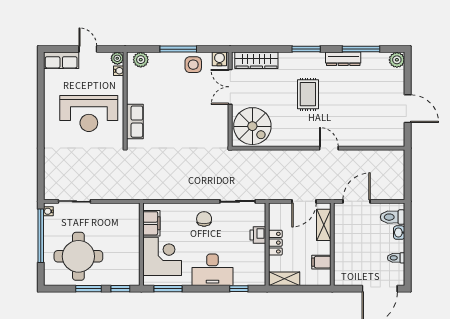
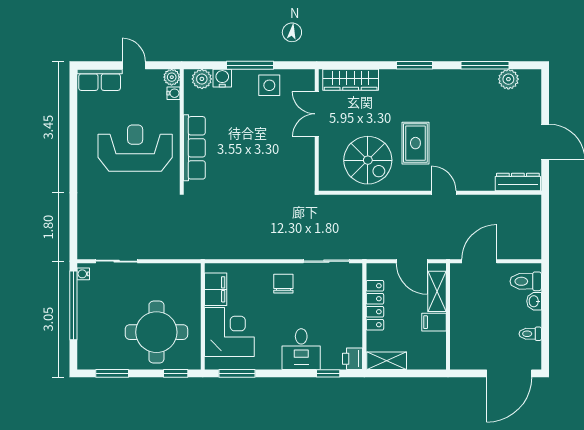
water cooler: (219, 59) -> (222, 78), moved
dresser: (343, 59) -> (518, 182), moved, turned 180
plant: (397, 60) -> (508, 79), moved
rug: (308, 94) -> (415, 143), moved
reception desk: (89, 113) -> (135, 148), turned 180
row of seats: (135, 122) -> (194, 148), width x1.48
spiral stairs: (252, 126) -> (368, 160), moved
door: (304, 201) -> (412, 261), hinge flipped
printer: (258, 235) -> (353, 359), moved
locker: (275, 243) -> (375, 305), width x1.53
round table: (78, 256) -> (156, 332), moved
filing cabinet: (321, 262) -> (434, 322), moved
desk: (212, 270) -> (301, 349), width x0.73
window: (88, 289) -> (112, 373), moved

